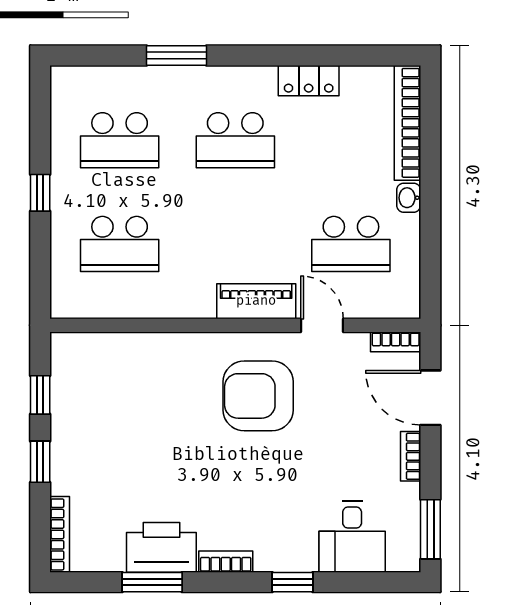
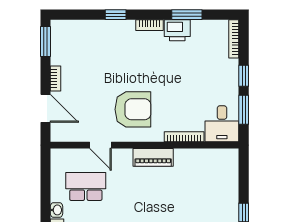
school desk: (120, 244) -> (203, 187), removed
piano: (256, 301) -> (153, 157), moved
bookcase: (396, 342) -> (184, 137), moved, width x1.56
window: (40, 395) -> (244, 110), width x1.50
desk: (352, 537) -> (222, 124), moved, turned 180
printer: (161, 547) -> (177, 30), width x0.73, depth x0.84

